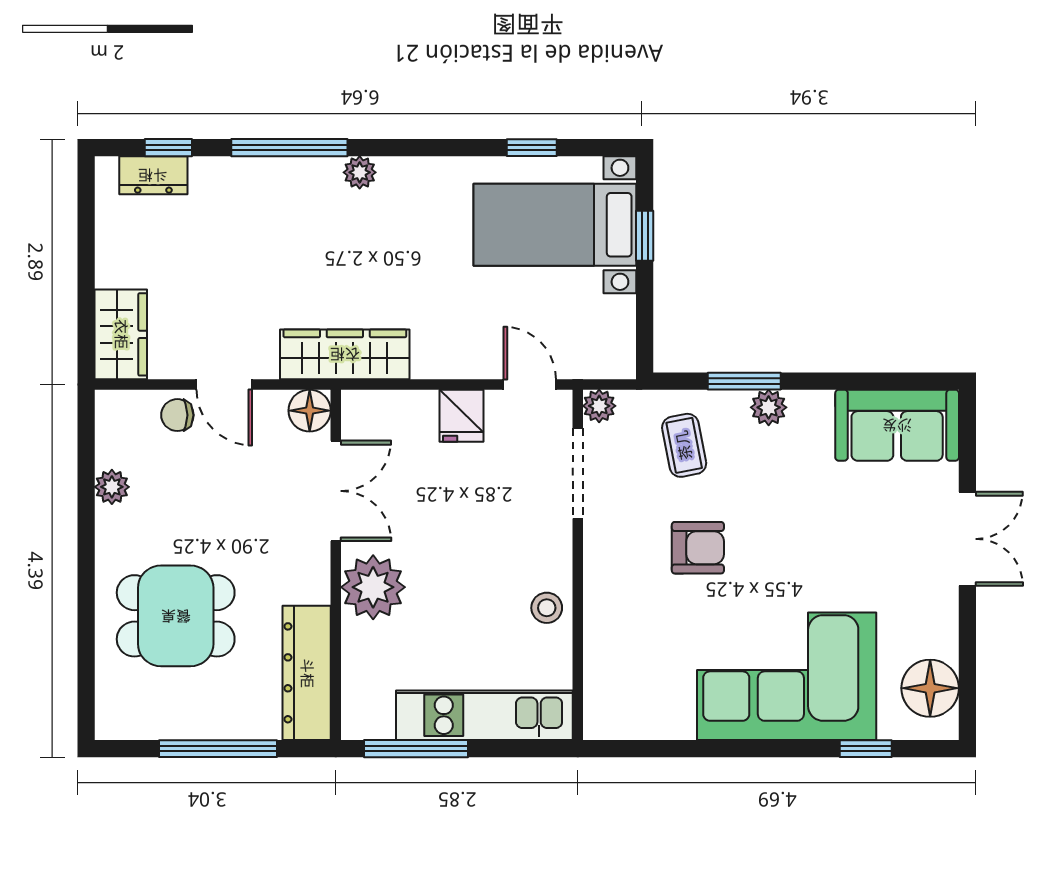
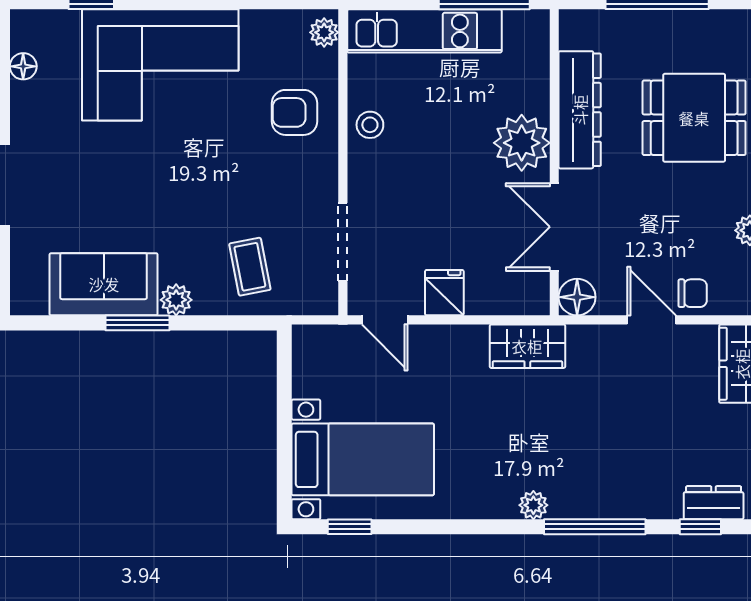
window: (532, 148) -> (350, 527), moved
window: (645, 236) -> (284, 450), removed
wardrobe: (345, 354) -> (527, 346), width x0.67
window: (744, 381) -> (138, 323), moved
plant: (599, 406) -> (324, 32), moved
sofa: (897, 425) -> (104, 284), moved
armchair: (698, 548) -> (295, 112), moved
dresser: (307, 673) -> (580, 110), moved
floor lamp: (930, 688) -> (23, 66), width x0.53, depth x0.53

